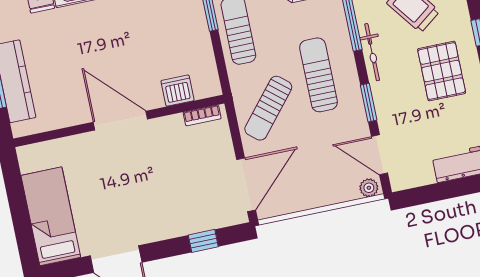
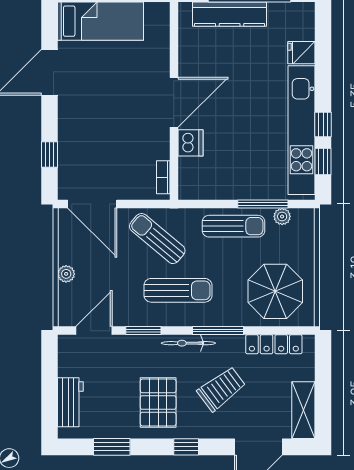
pallet: (442, 71) -> (158, 403), turned 90
dishwasher: (178, 91) -> (190, 143), moved
plant: (369, 188) -> (66, 274), moved

